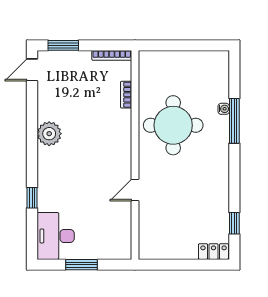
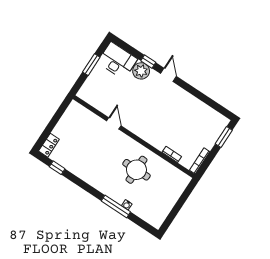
door: (32, 70) -> (169, 75), moved
round table: (173, 125) -> (136, 170), width x0.73, depth x0.73
plant: (49, 134) -> (141, 71), moved

